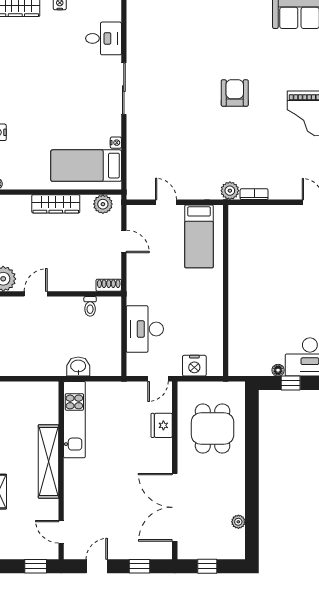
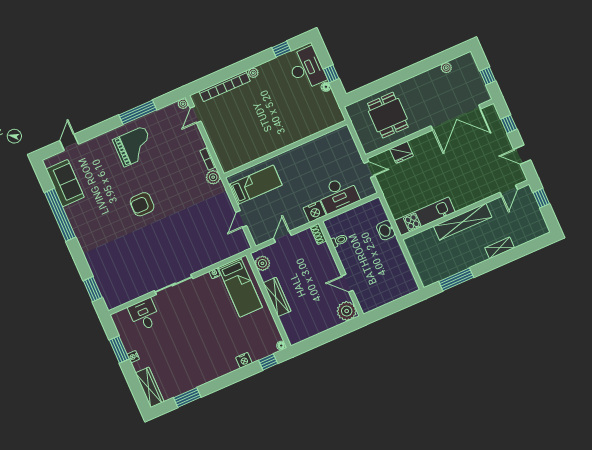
nightstand: (194, 366) -> (315, 212), moved, turned 90
dining table: (213, 428) -> (388, 115), turned 90

